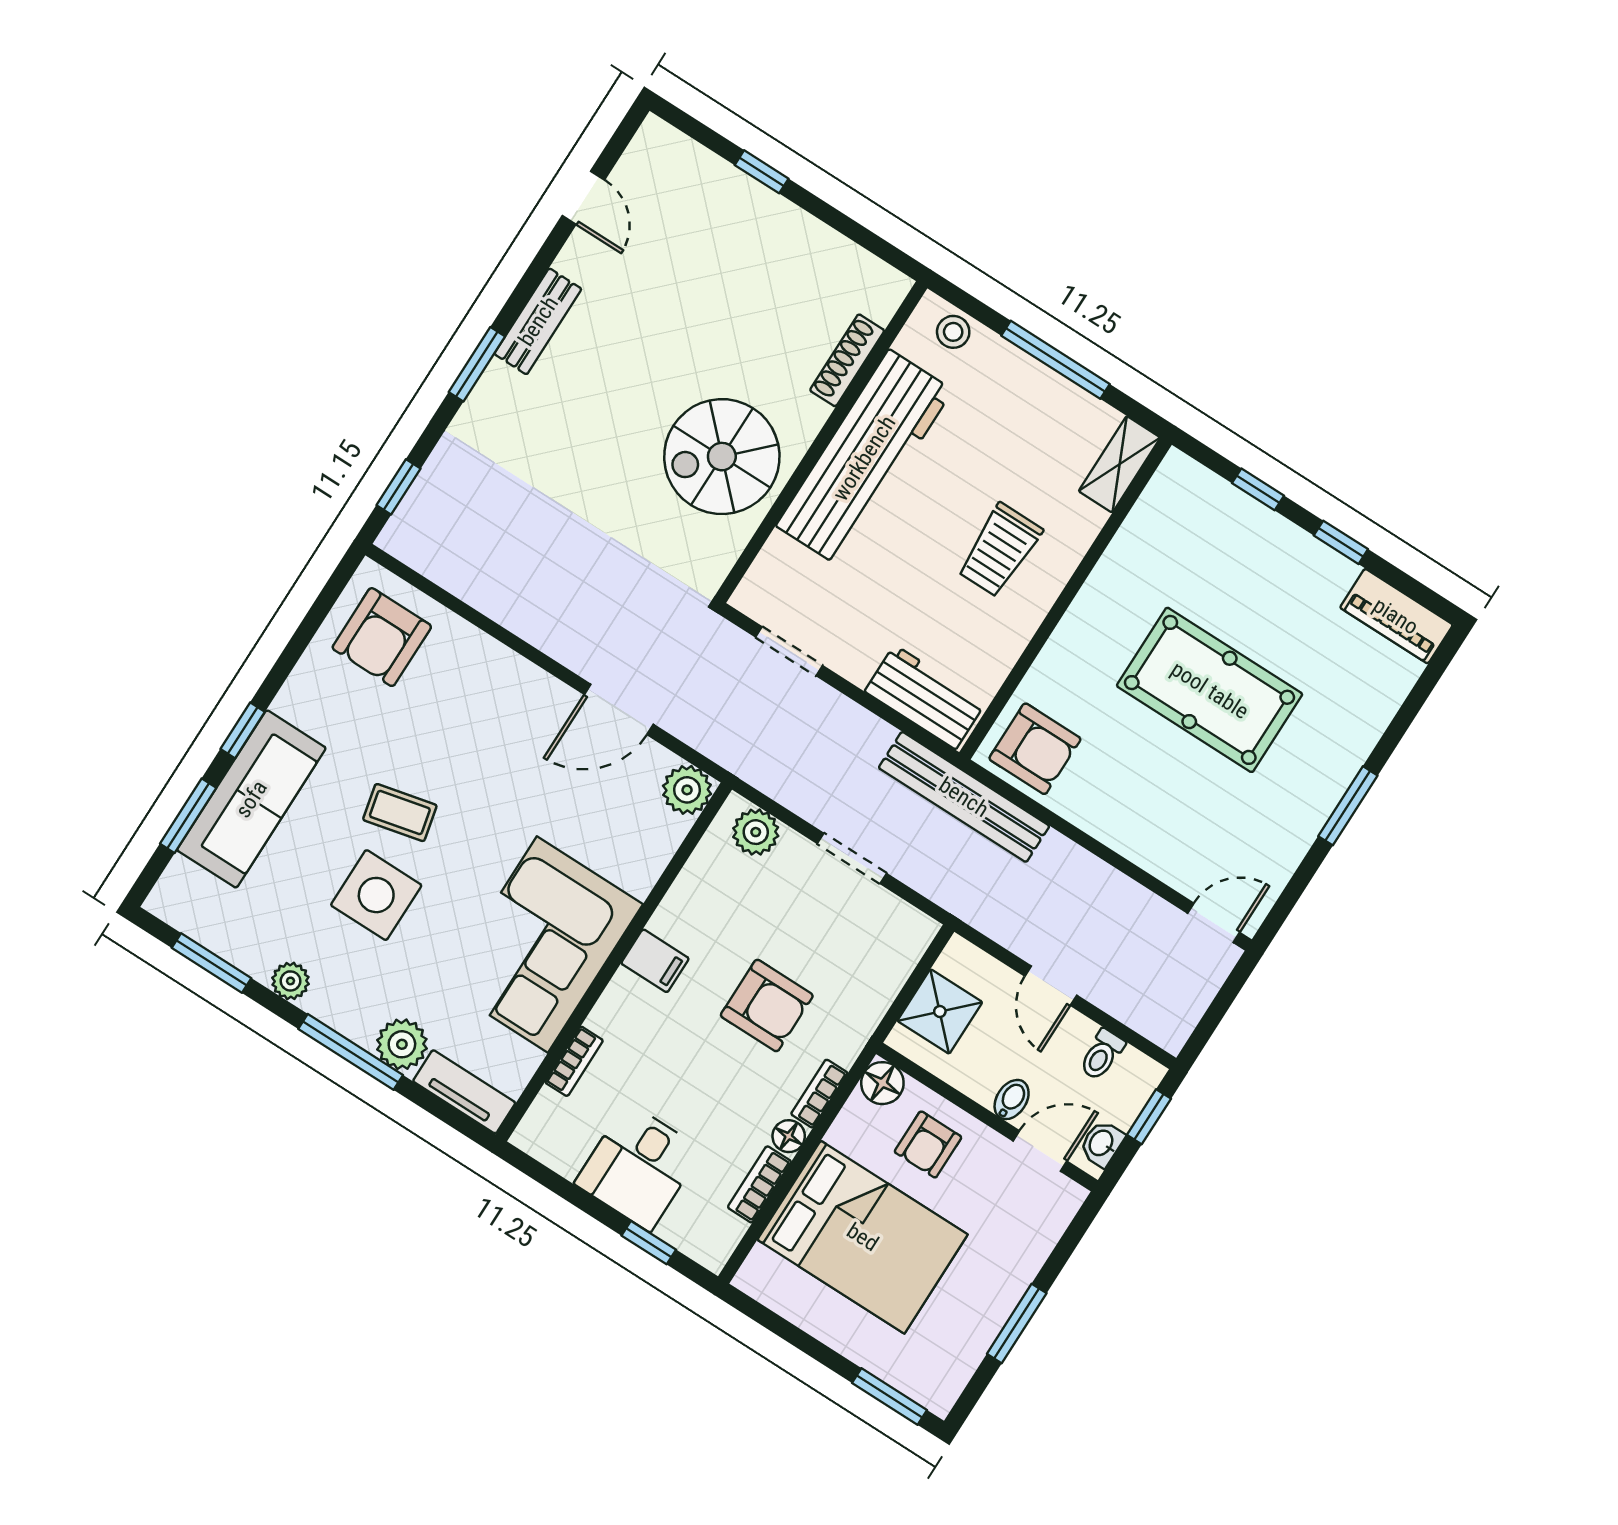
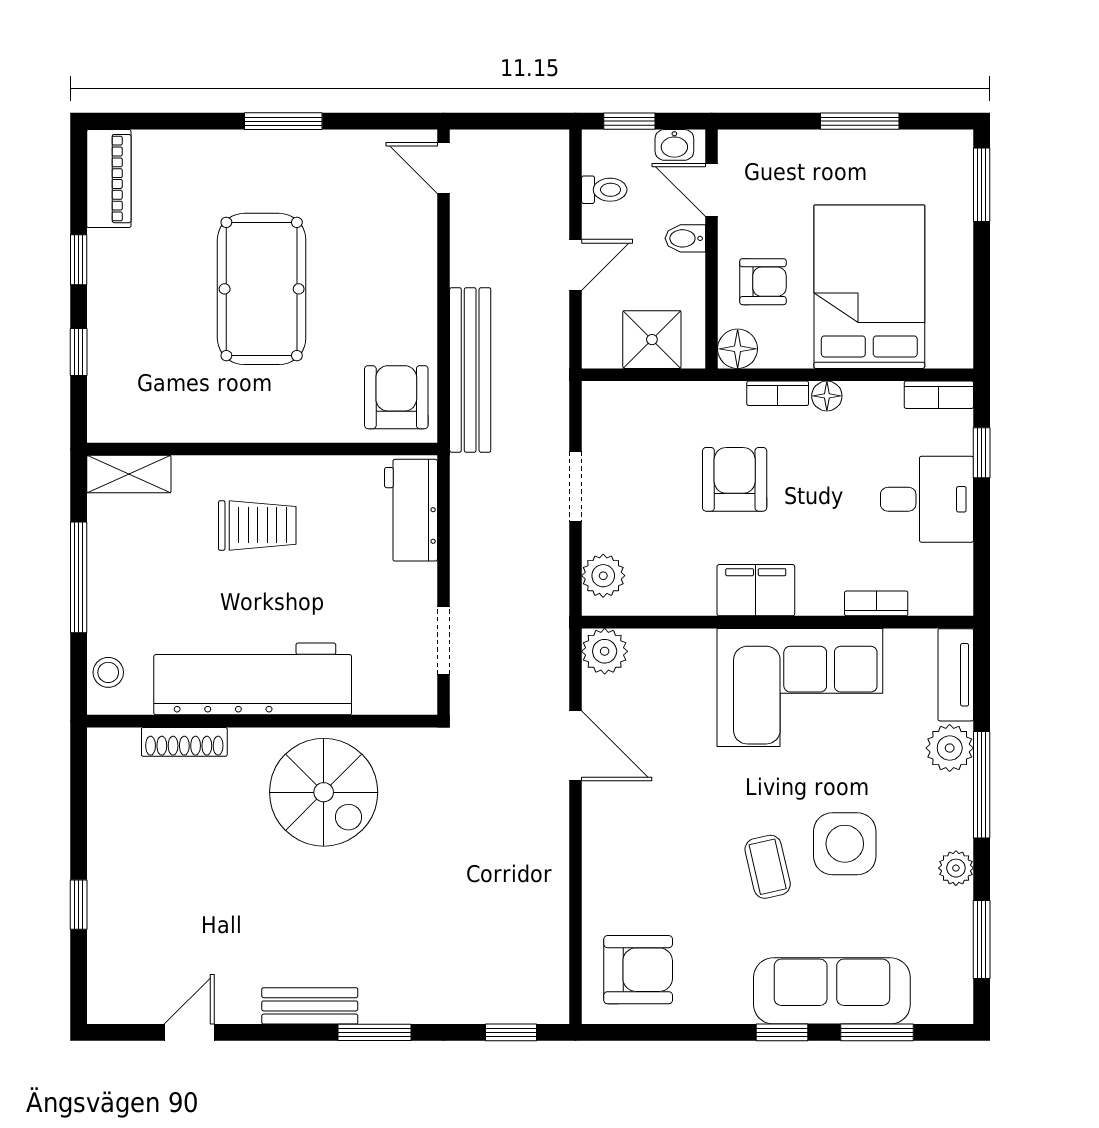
bench: (964, 797) -> (470, 370), moved
filing cabinet: (655, 961) -> (756, 590), width x2.00
bookcase: (759, 1184) -> (939, 395), moved

